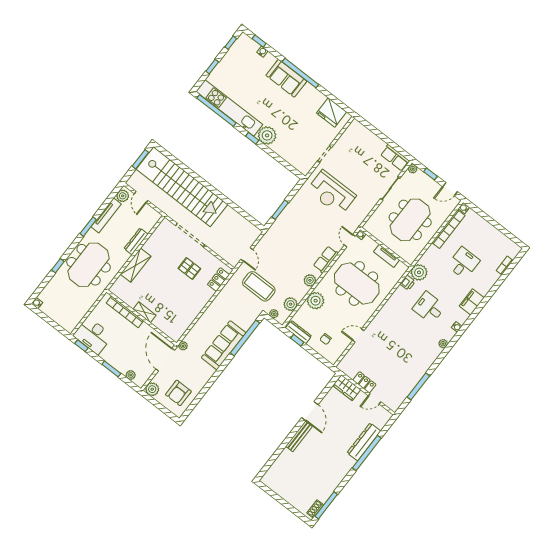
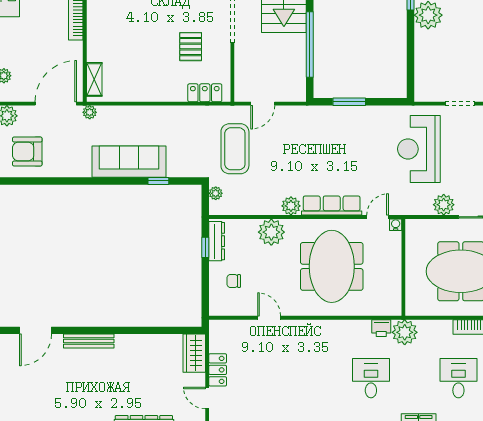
window: (235, 207) -> (310, 44), added
tv unit: (387, 256) -> (394, 277), removed
row of seats: (326, 260) -> (332, 205), width x1.48
desk: (464, 263) -> (458, 378), turned -90
plant: (291, 304) -> (444, 205), moved
shelving: (145, 312) -> (94, 79), moved
window: (245, 338) -> (158, 181), width x0.32
door: (310, 411) -> (35, 330), moved

